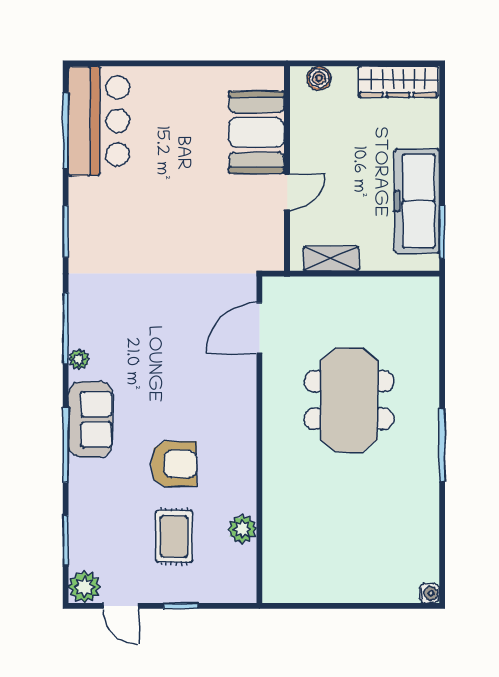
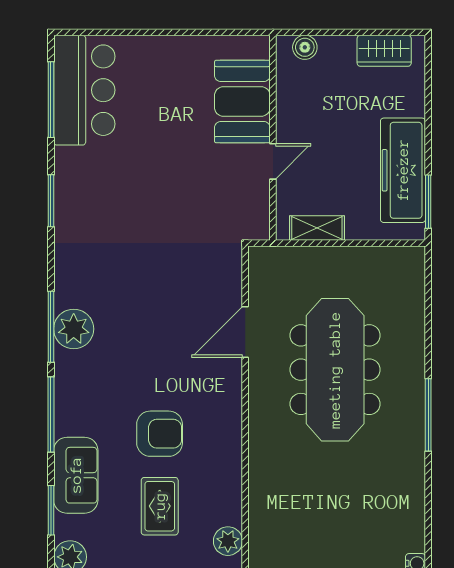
wardrobe: (398, 82) -> (384, 51), width x0.67
window: (66, 328) -> (51, 327), moved
door: (259, 328) -> (245, 332), moved
plant: (79, 359) -> (74, 329), width x1.88, depth x1.88
meeting table: (349, 400) -> (335, 370), width x1.36
sofa: (90, 419) -> (76, 475), moved
plant: (242, 529) -> (228, 541), moved

